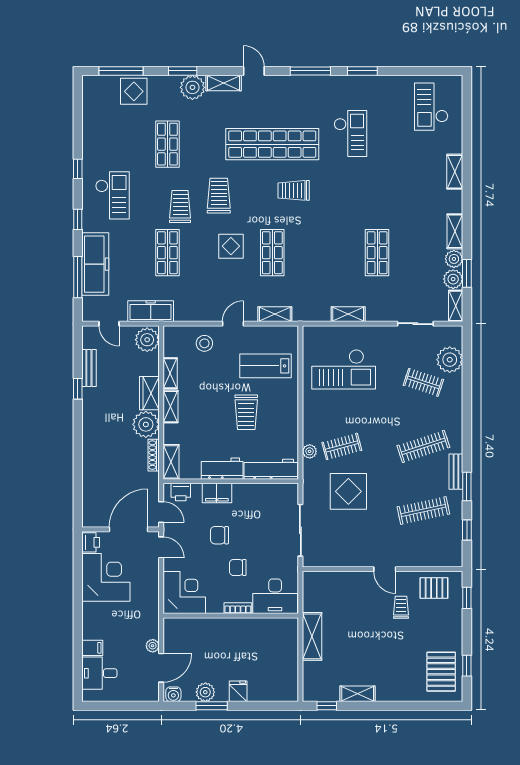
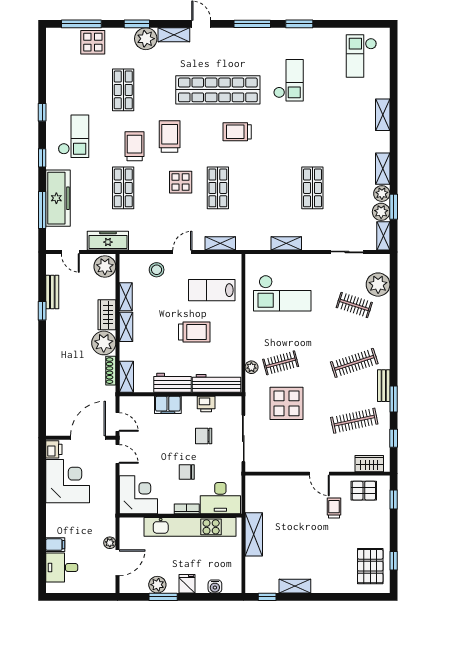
trolley: (246, 412) -> (194, 332), turned -90
printer: (181, 492) -> (206, 404), moved
chair: (219, 535) -> (204, 436), moved
wardrobe: (440, 558) -> (369, 464), added
kitchen unit: (241, 628) -> (190, 527), added
water cooler: (173, 694) -> (215, 586), moved

